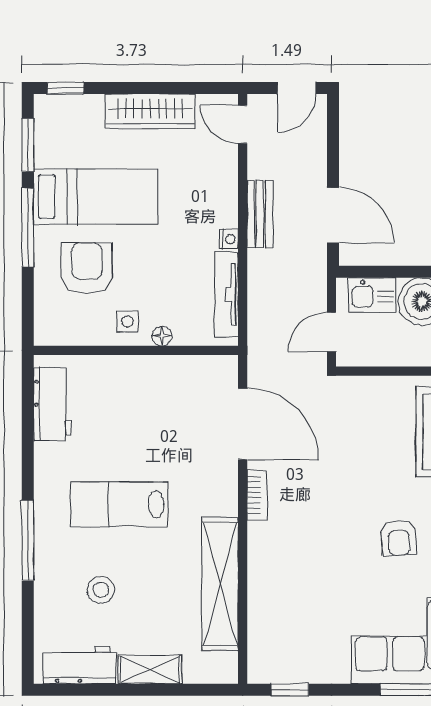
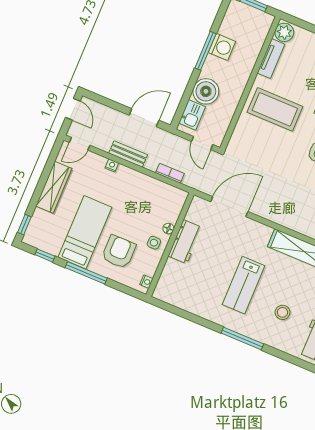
window: (28, 145) -> (45, 255), width x0.67
nightstand: (229, 239) -> (112, 165), moved
armchair: (87, 268) -> (119, 252), turned 90
tv unit: (227, 294) -> (161, 187), removed
nightstand: (56, 336) -> (146, 282), added
workbench: (53, 404) -> (185, 242), moved, turned 90
bookcase: (257, 495) -> (170, 173), moved

